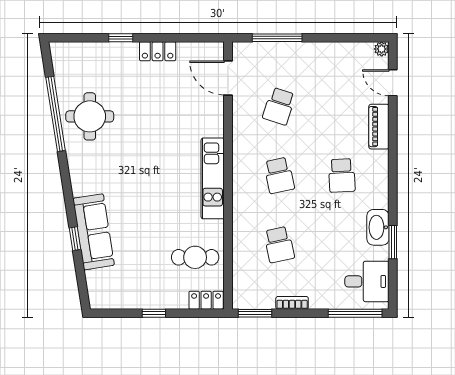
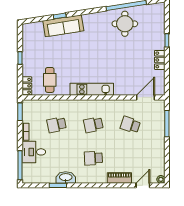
desk: (367, 281) -> (34, 152), moved, turned 90

